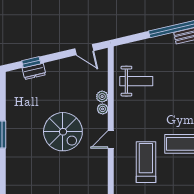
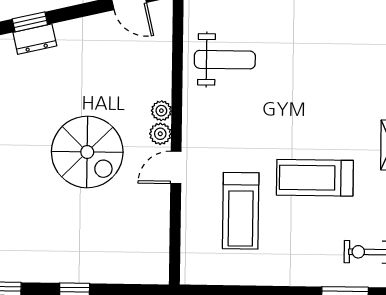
plant: (102, 97) -> (160, 134), moved
treadmill: (146, 162) -> (241, 211), turned 180

